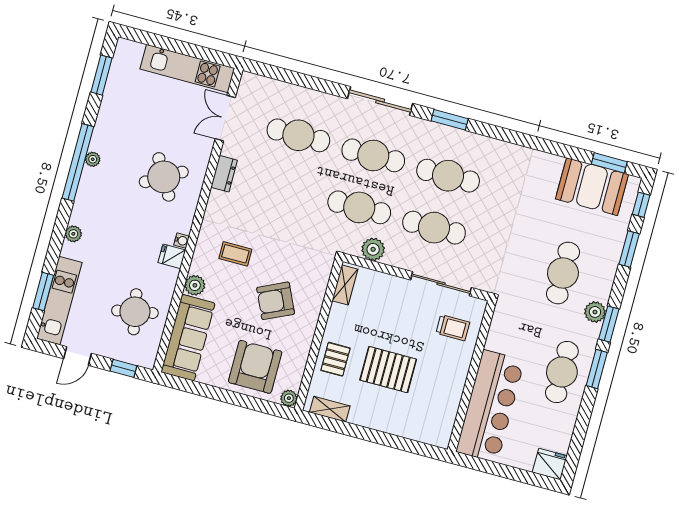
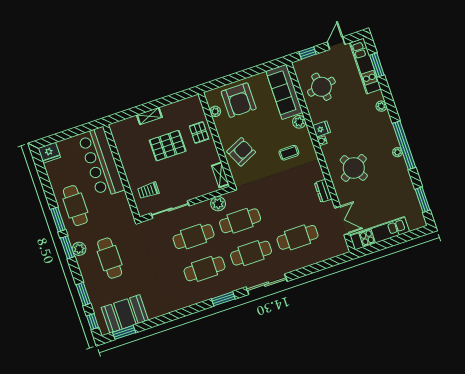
armchair: (276, 301) -> (241, 152), moved
plant: (289, 398) -> (215, 111), moved
shelving: (330, 409) -> (149, 116), moved

